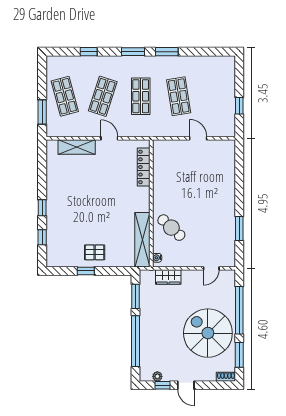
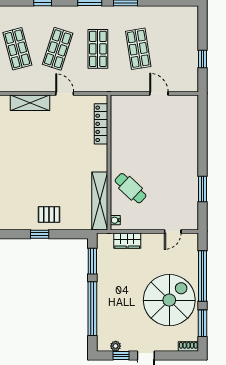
spiral stairs: (208, 333) -> (169, 300), turned 90

